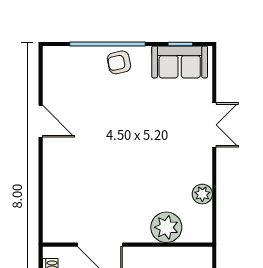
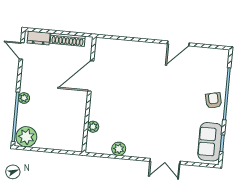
plant: (166, 227) -> (93, 127), width x0.53, depth x0.53

